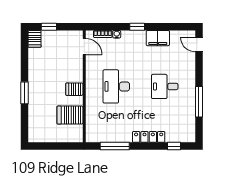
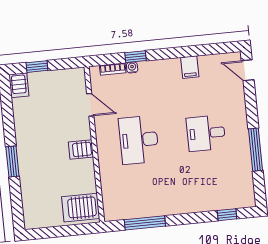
window: (137, 27) -> (135, 57), moved
filing cabinet: (158, 38) -> (190, 67), width x0.50
door: (84, 46) -> (90, 105), moved
server rack: (70, 115) -> (81, 208), moved
locker: (149, 137) -> (191, 205), removed

